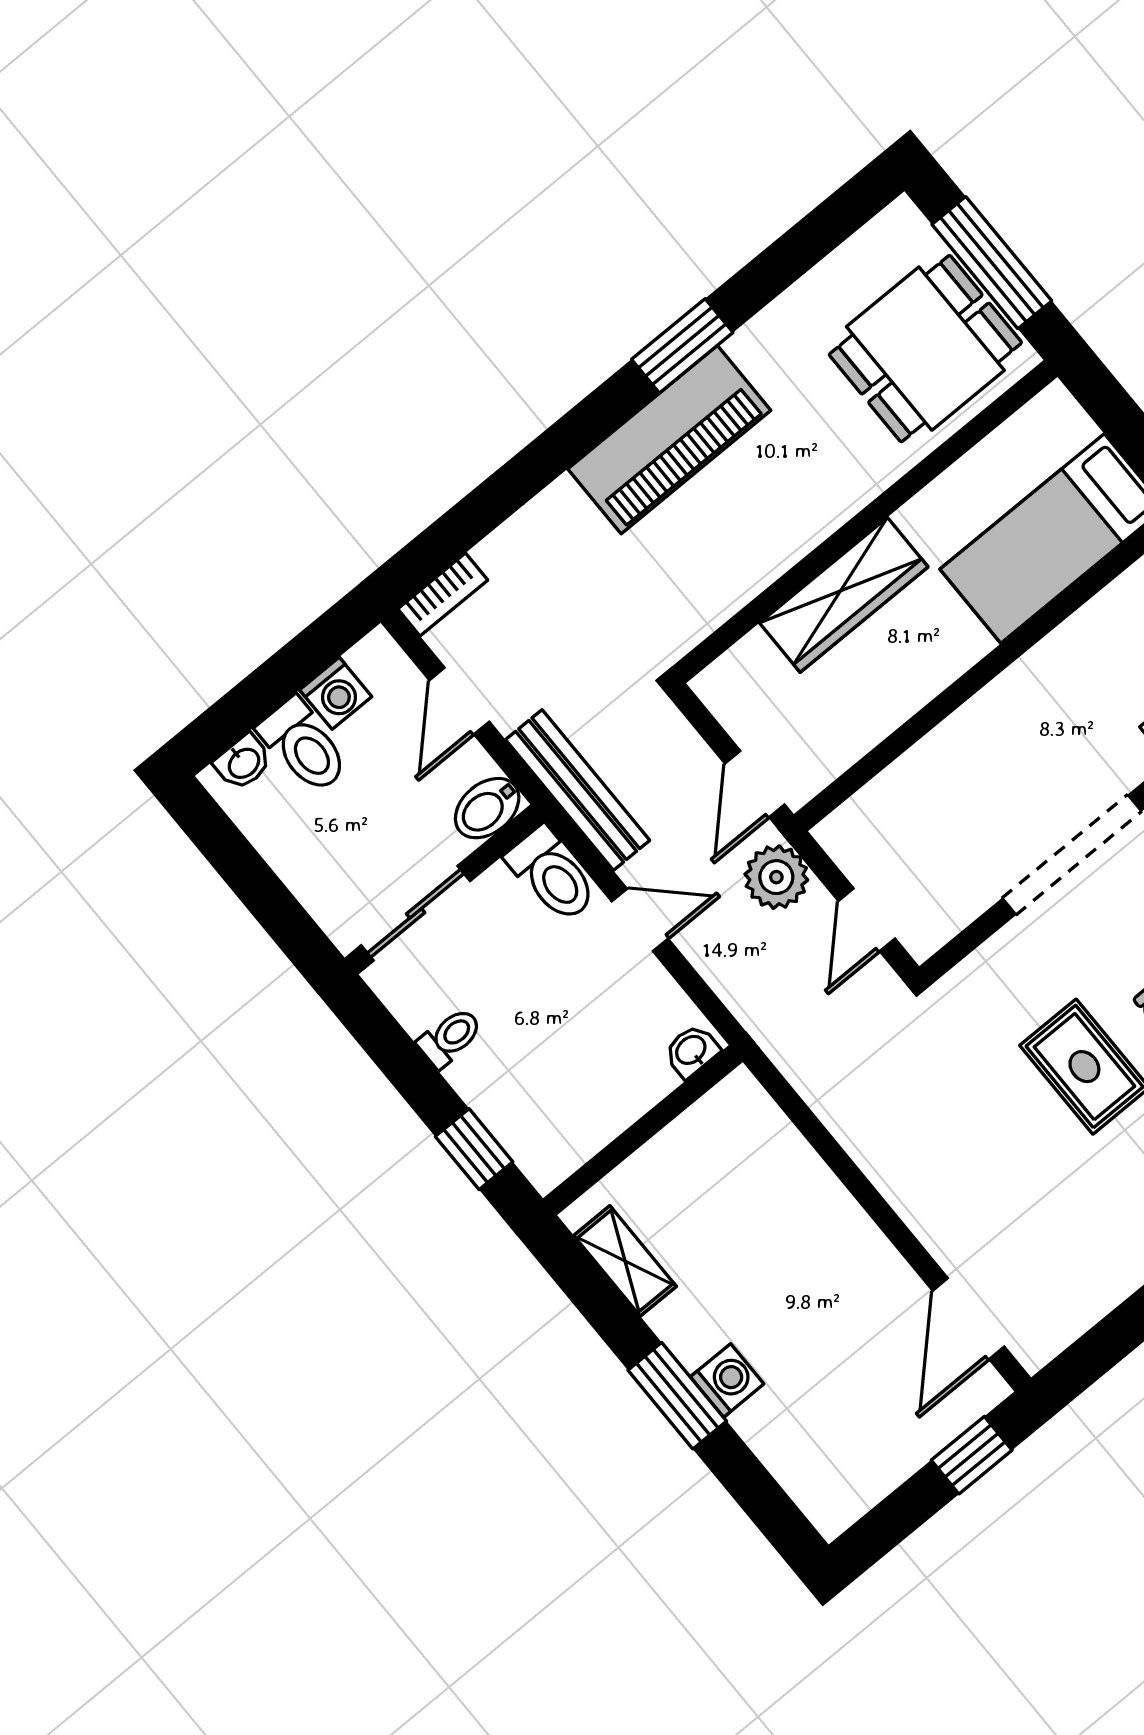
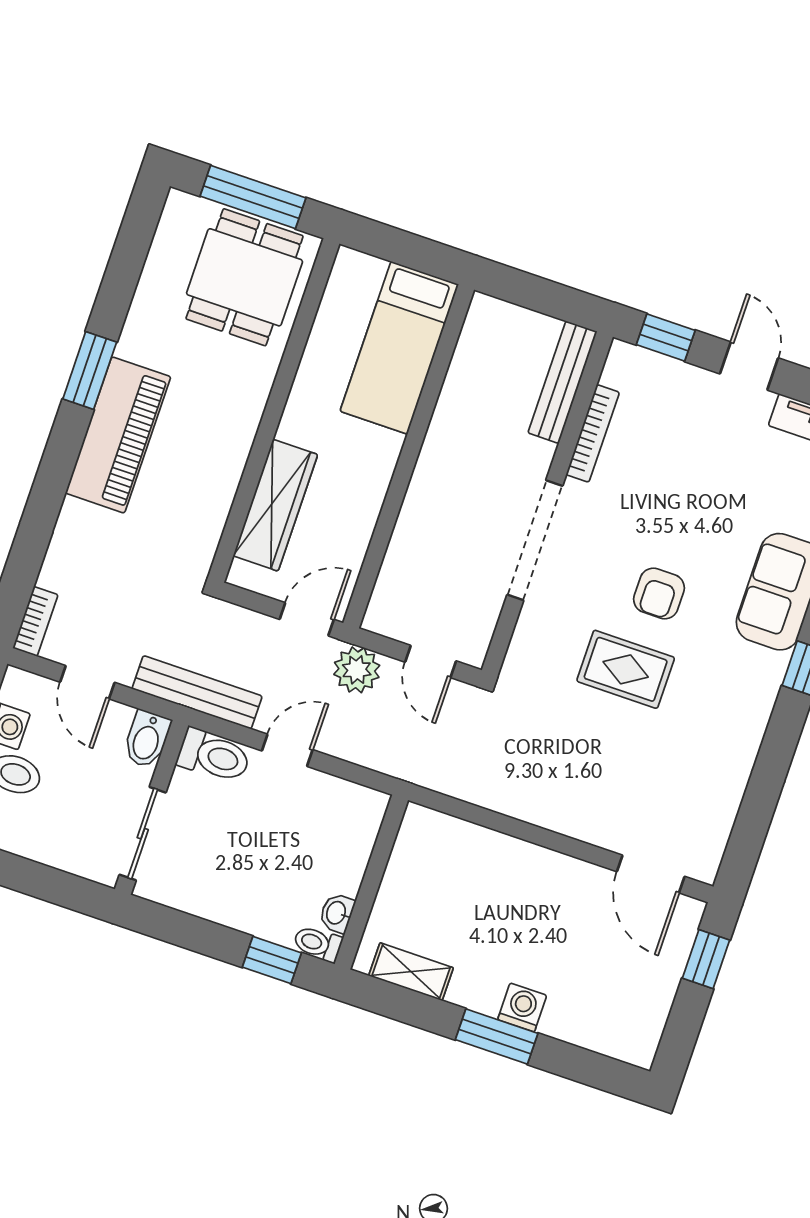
wardrobe: (844, 595) -> (275, 505), moved
door: (755, 784) -> (307, 619), swing flipped
toilet: (450, 1037) -> (318, 944), moved, turned -90
washbasin: (692, 1051) -> (337, 913), moved

